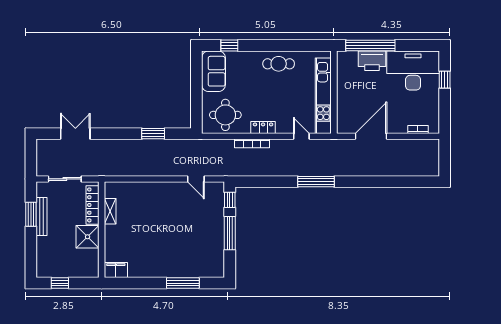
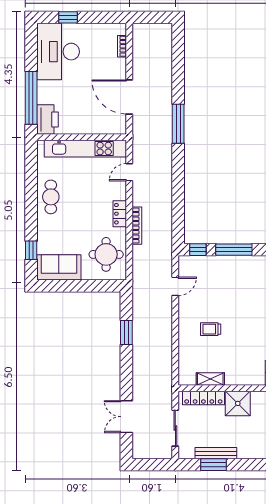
printer: (372, 61) -> (47, 119), moved
window: (316, 182) -> (178, 124), moved
trolley: (156, 212) -> (211, 329), added

